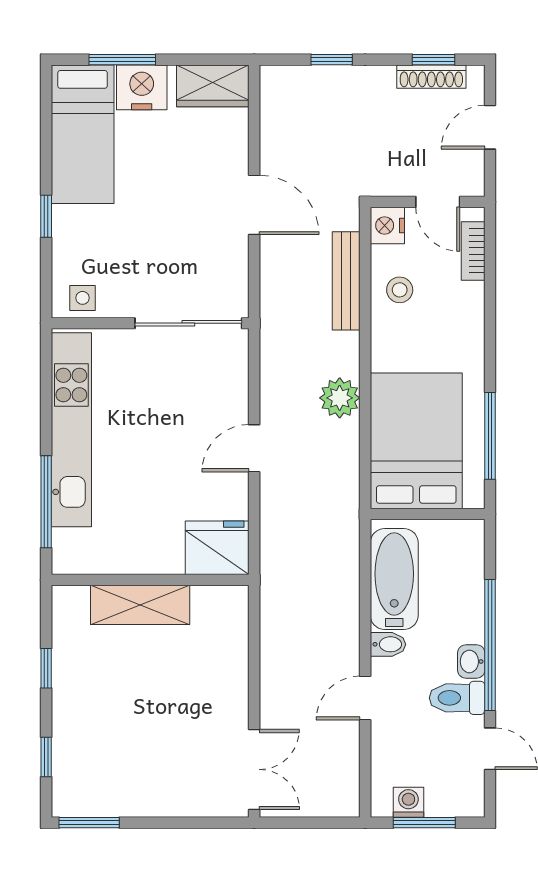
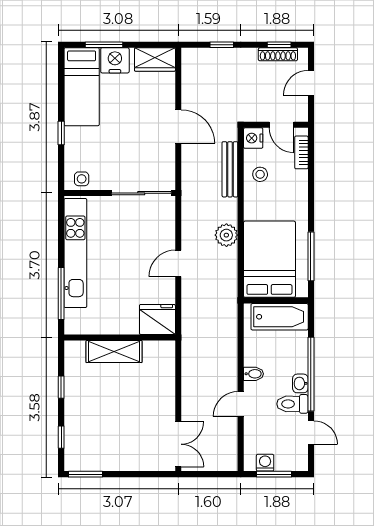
bathtub: (394, 579) -> (280, 317), moved, turned 90

